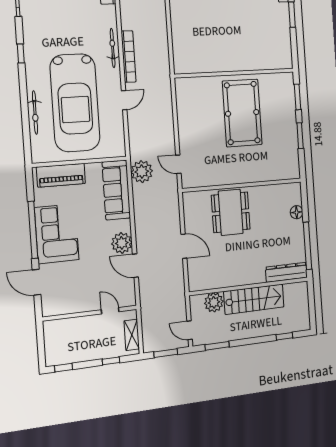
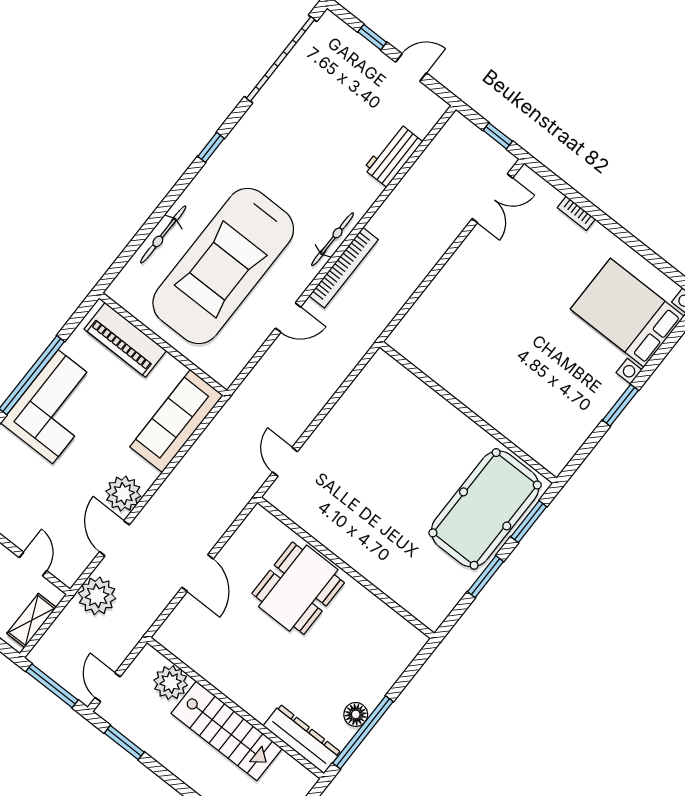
pool table: (242, 113) -> (485, 509), moved
plant: (142, 172) -> (97, 596), moved
floor lamp: (297, 212) -> (356, 714), moved
window: (166, 353) -> (52, 686), width x1.44

